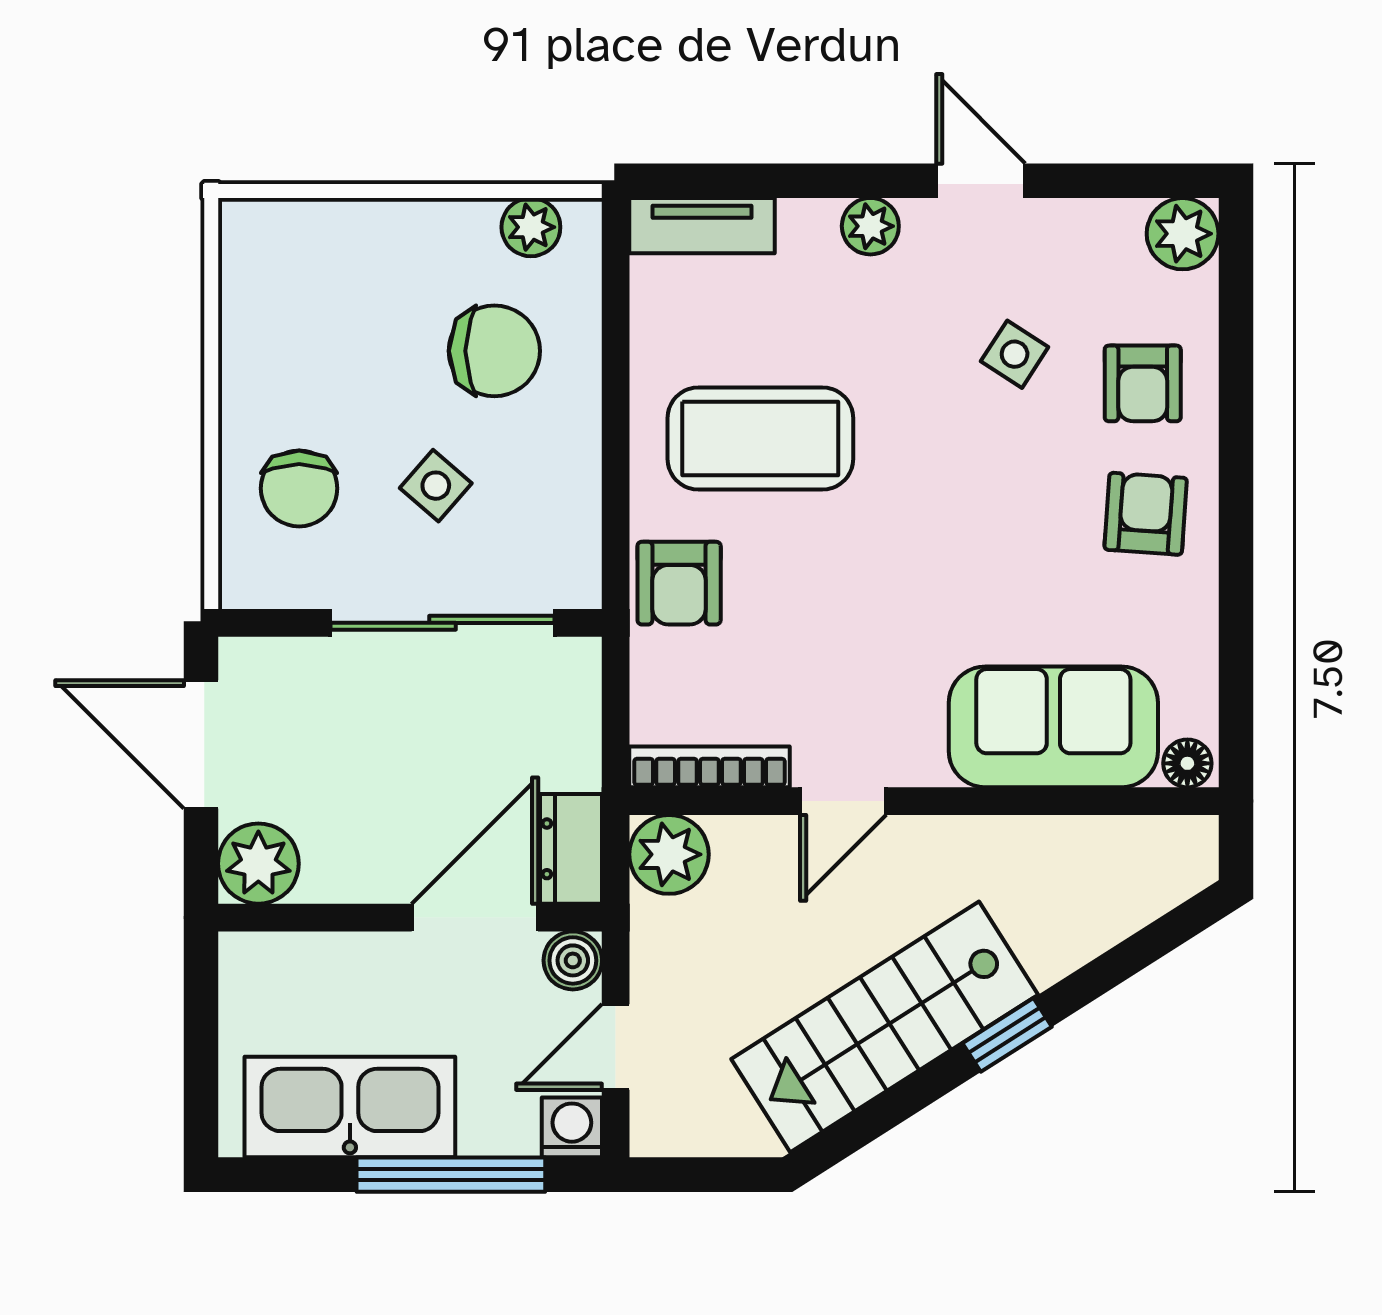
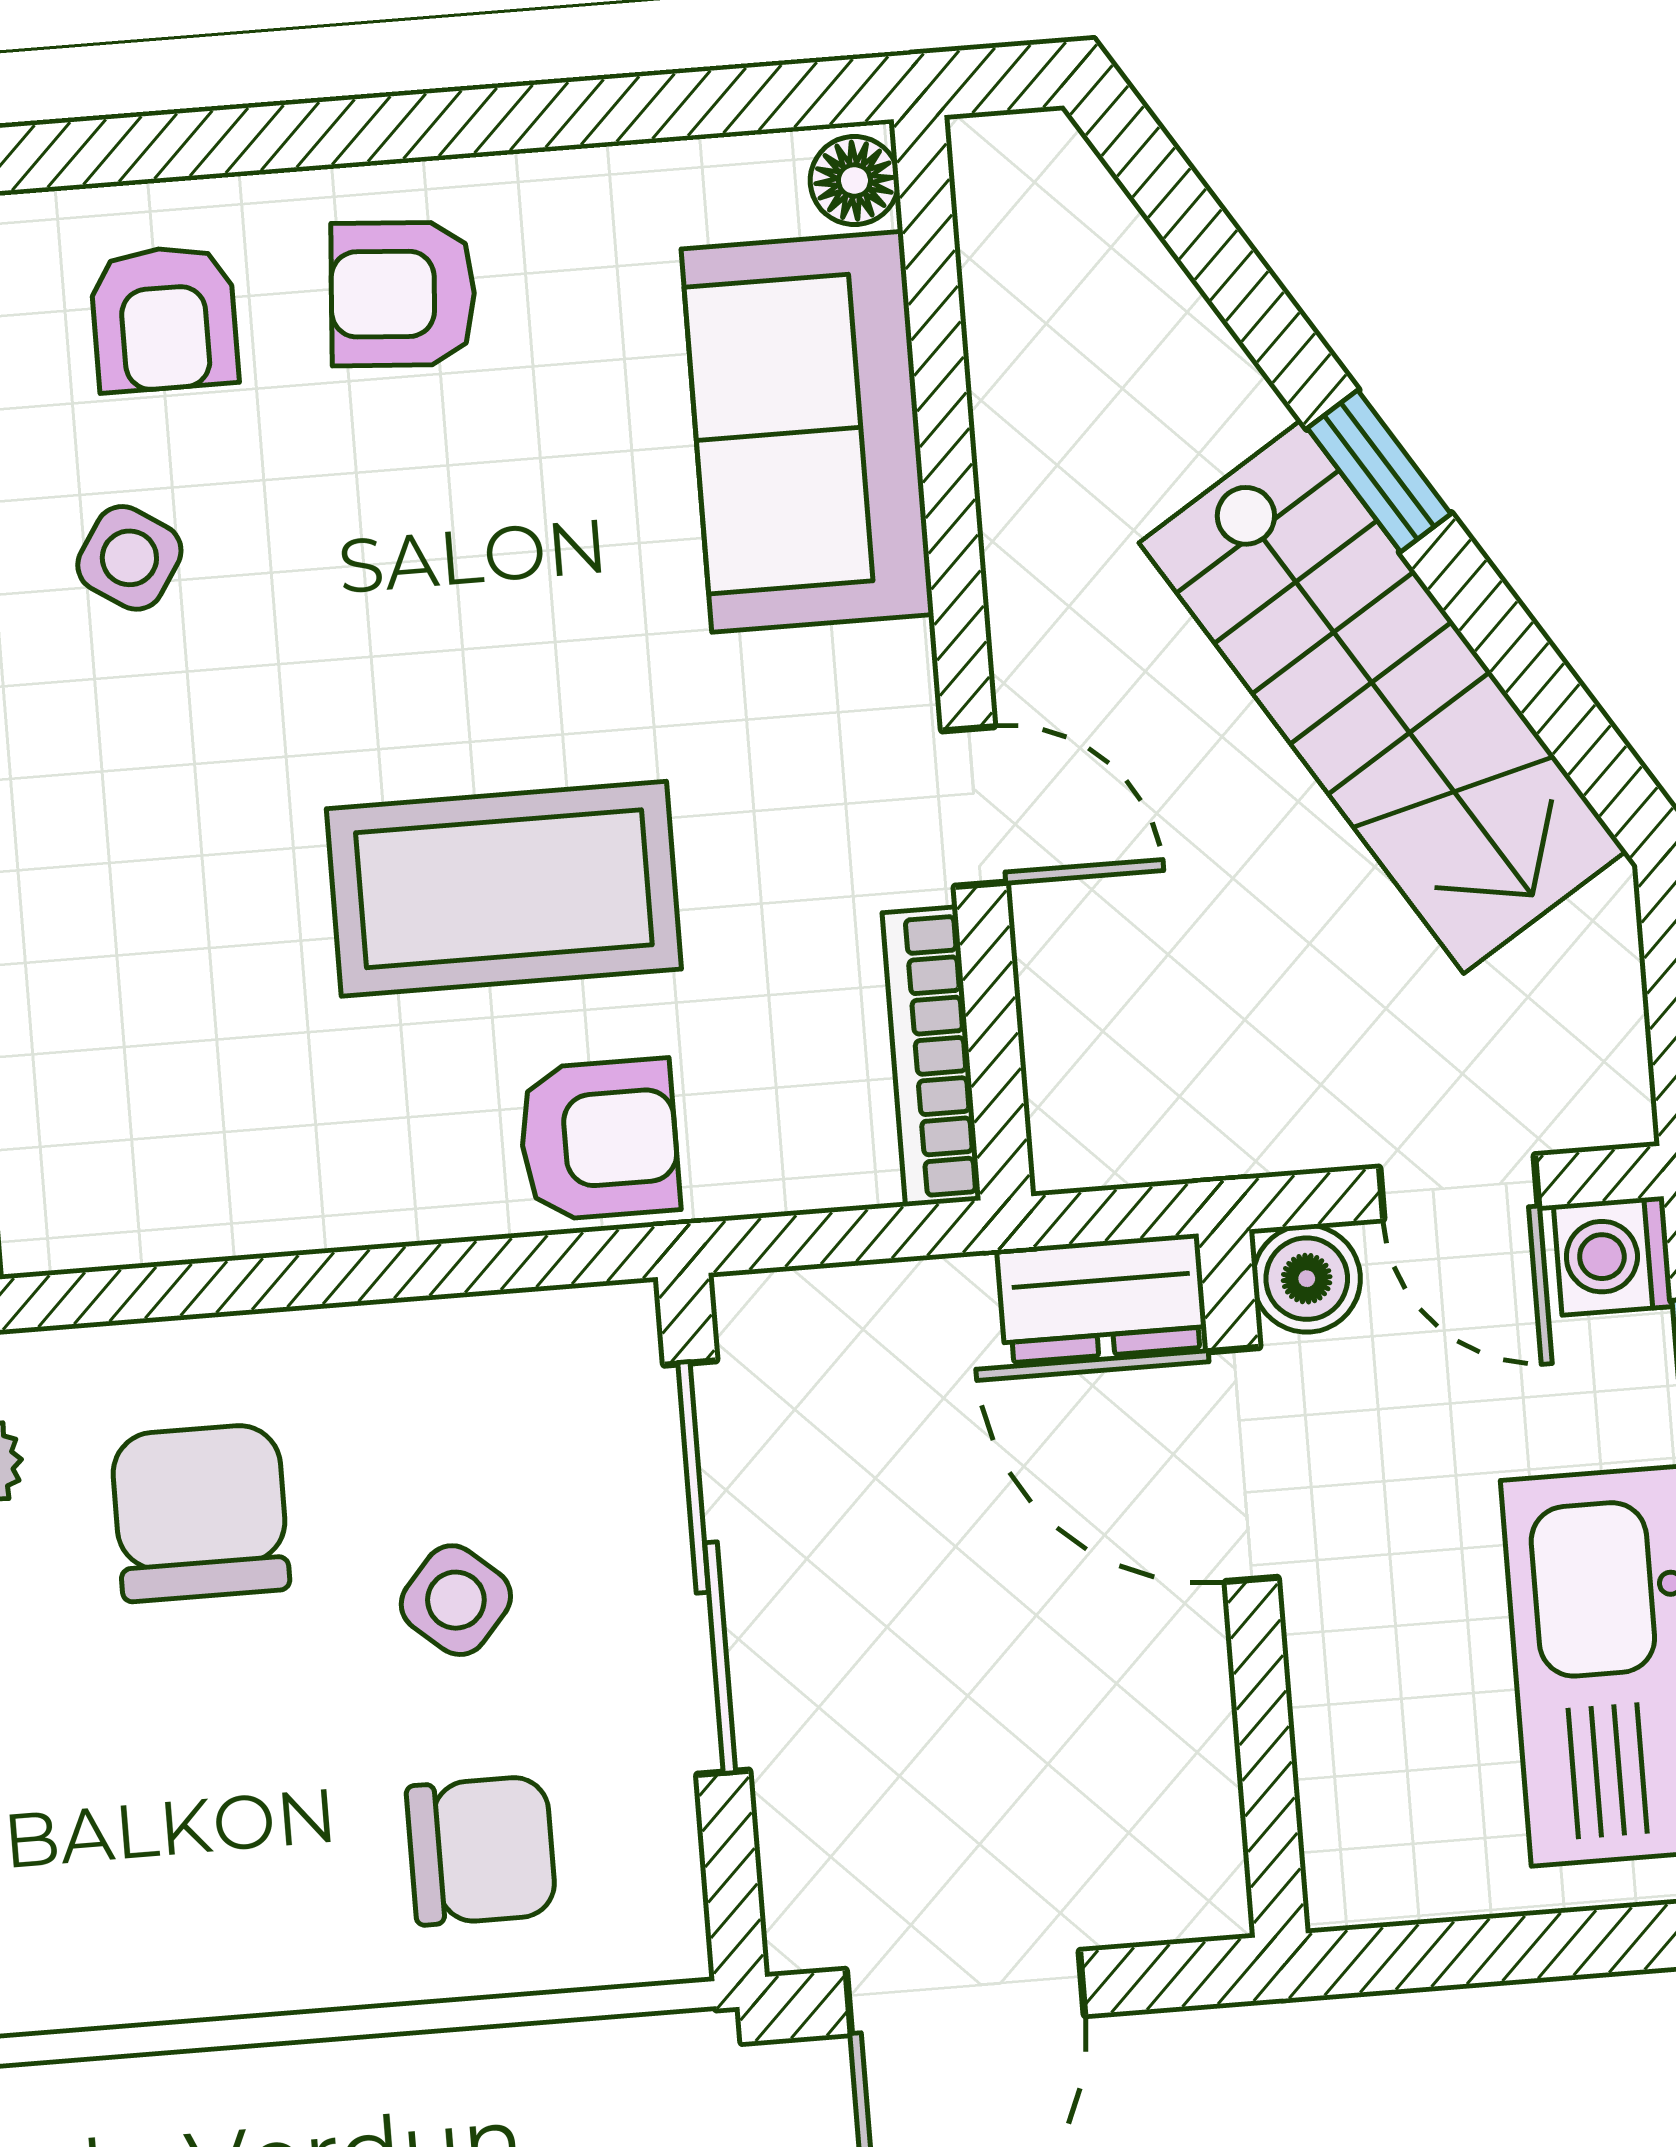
armchair: (1143, 383) -> (164, 318), turned 90
coffee table: (760, 438) -> (504, 889), moved, turned 90
plant: (669, 854) -> (1098, 1118), removed
plant: (258, 864) -> (1175, 1870), removed

